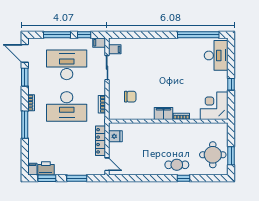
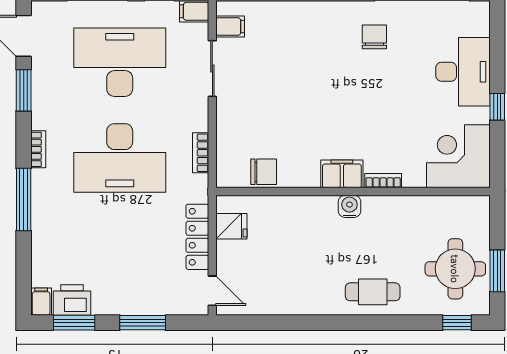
chair: (178, 54) -> (374, 37), added
desk: (216, 55) -> (463, 72), moved
chair: (130, 97) -> (264, 172), moved
water cooler: (167, 128) -> (349, 206), added
window: (184, 178) -> (457, 323), moved

